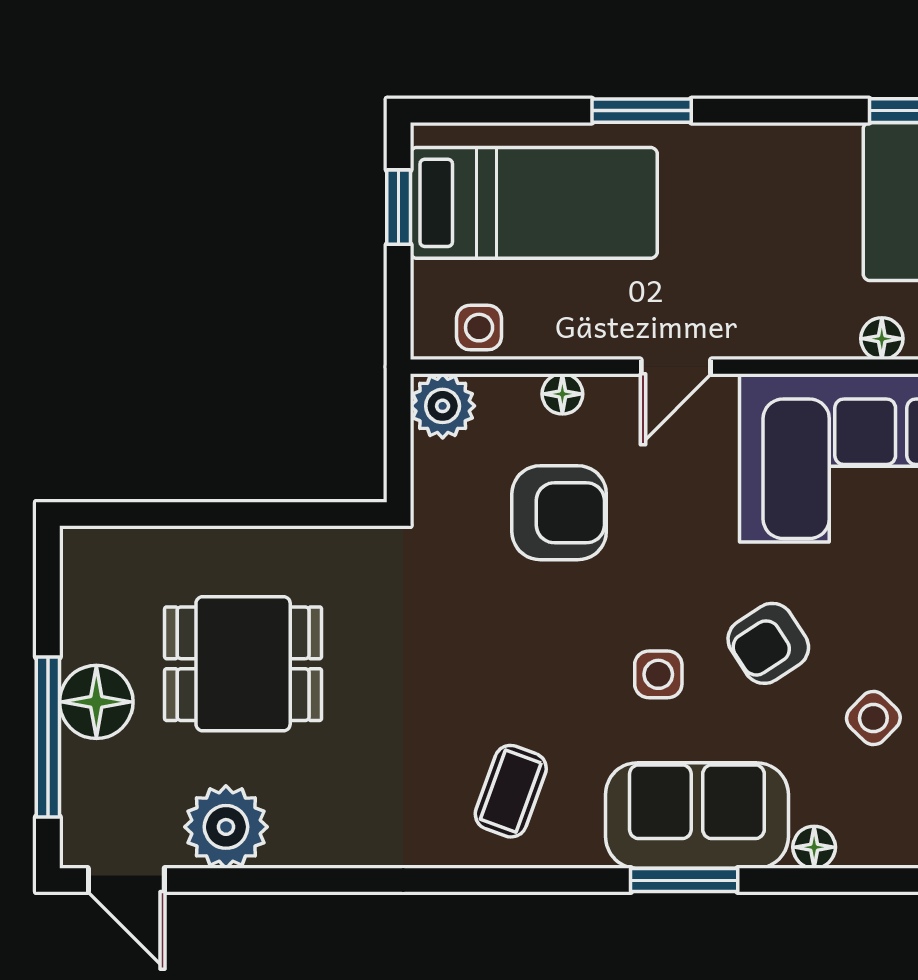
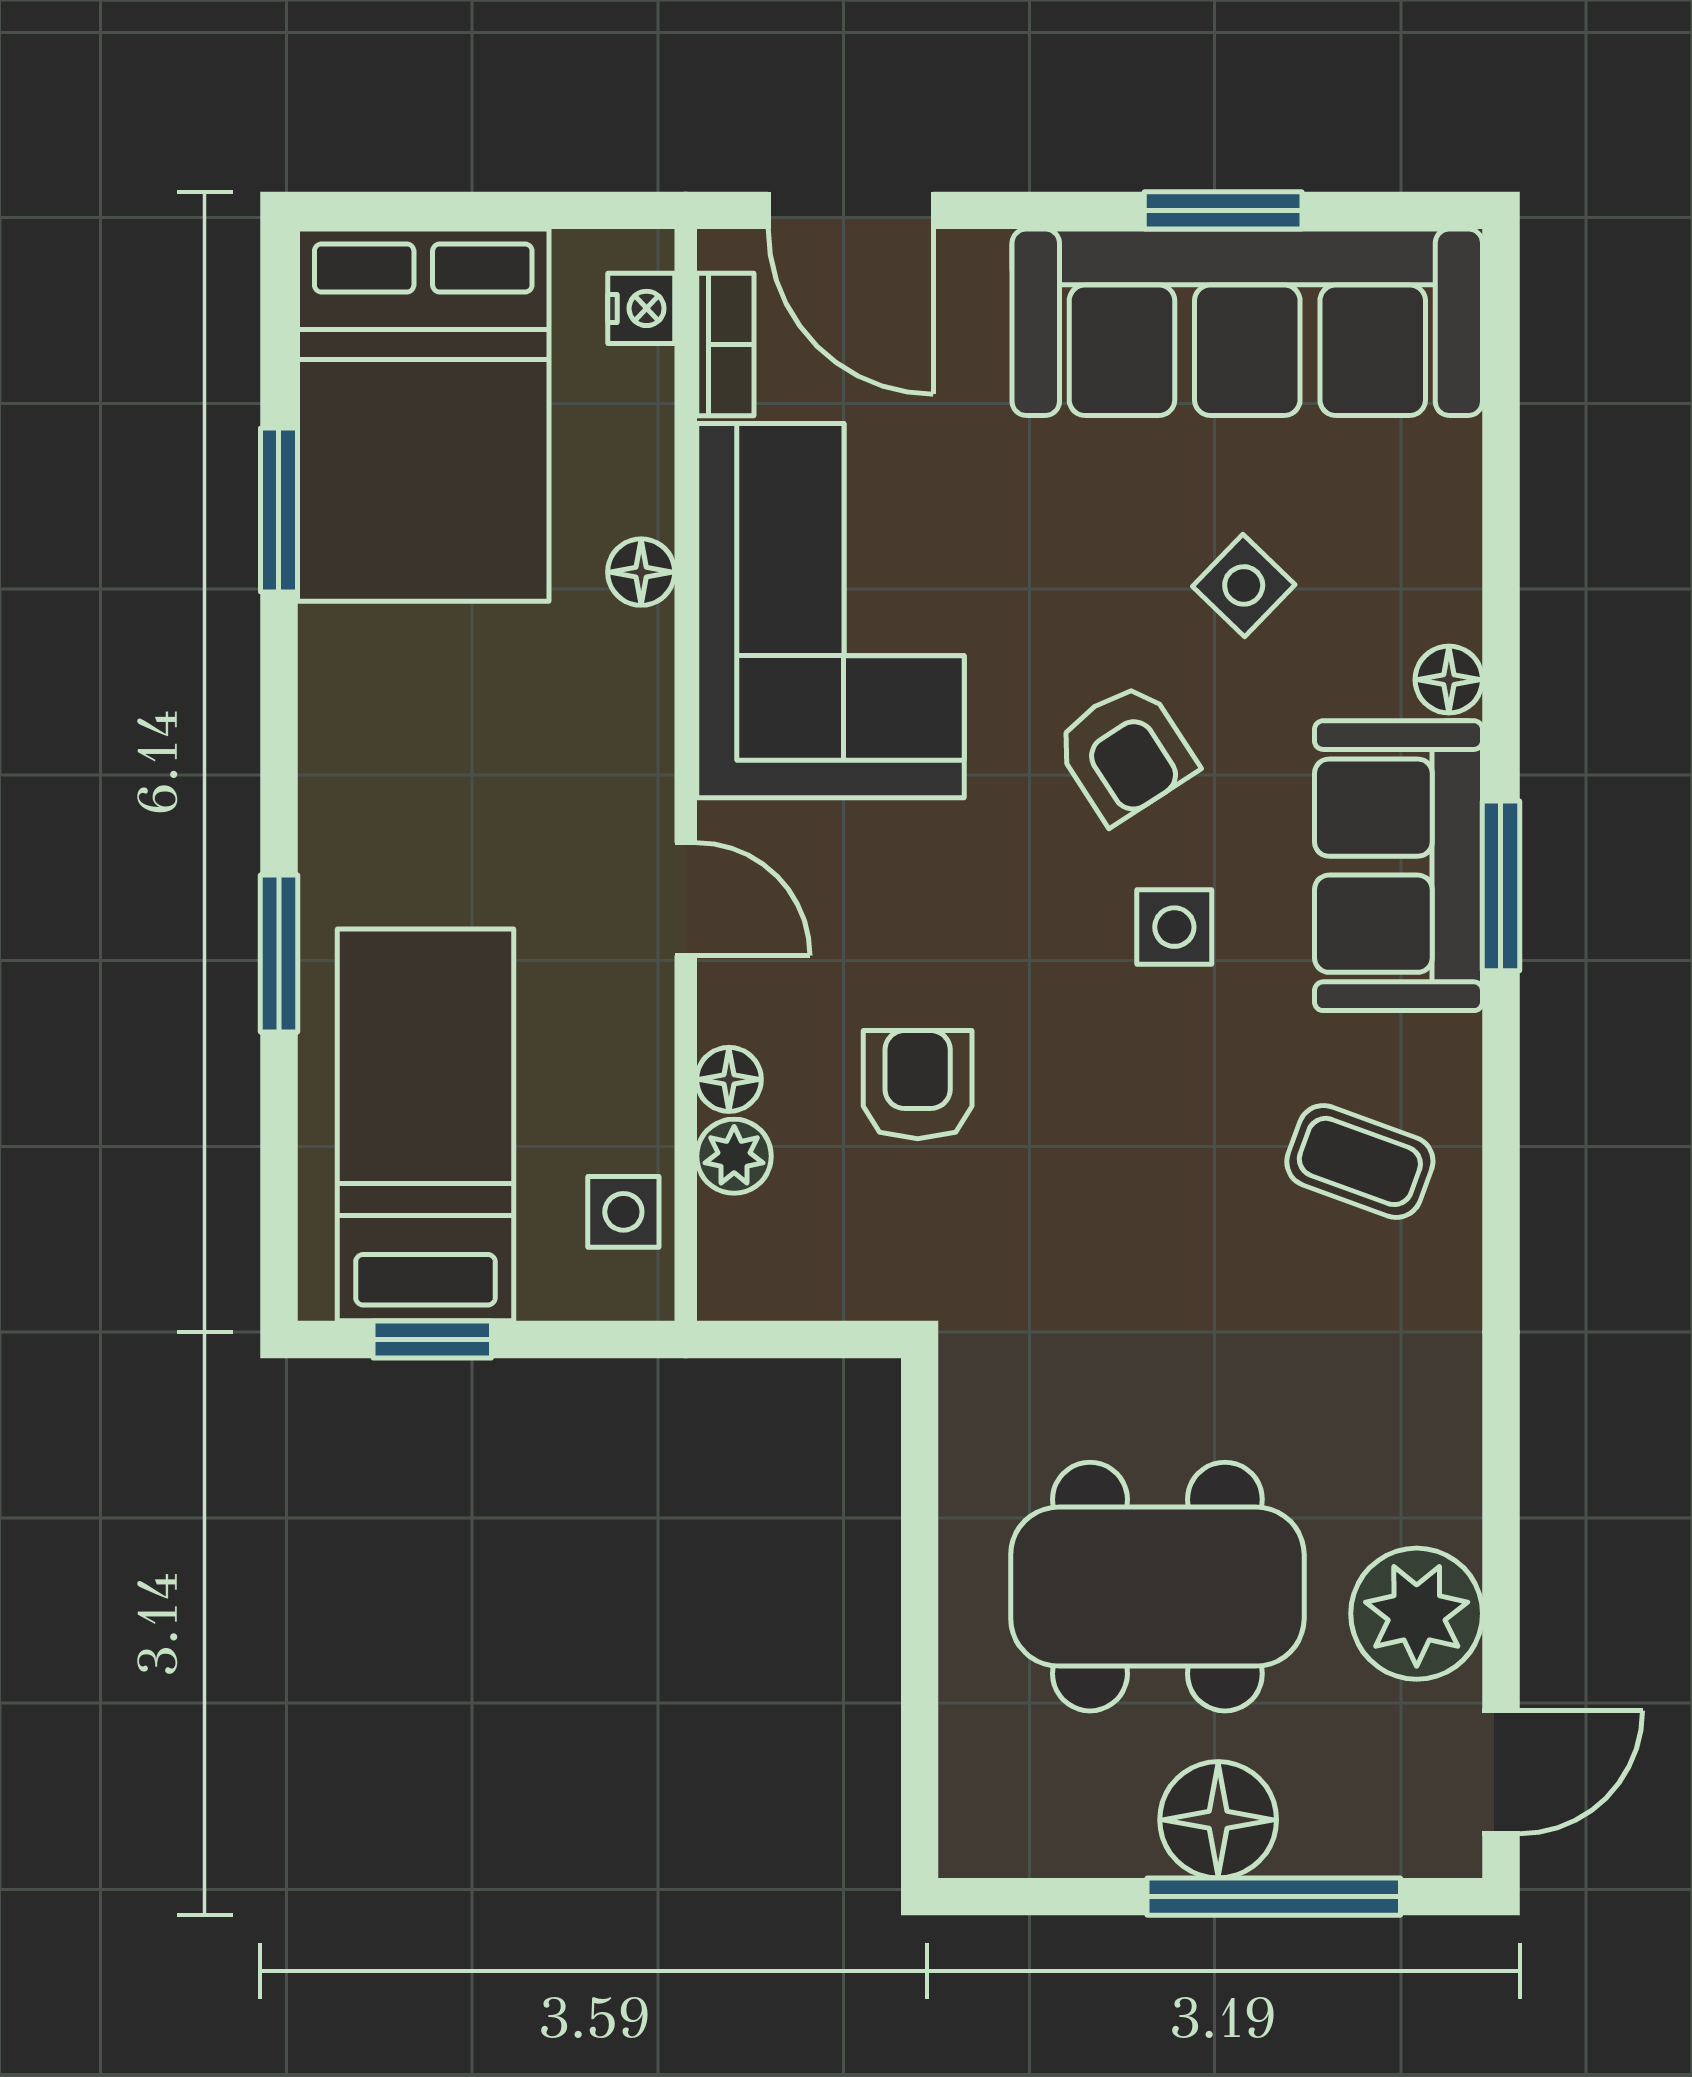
plant: (443, 406) -> (734, 1156), moved, width x0.73, depth x0.73
armchair: (559, 513) -> (918, 1085), width x0.72, depth x0.72
dining table: (243, 664) -> (1157, 1587), width x1.38

